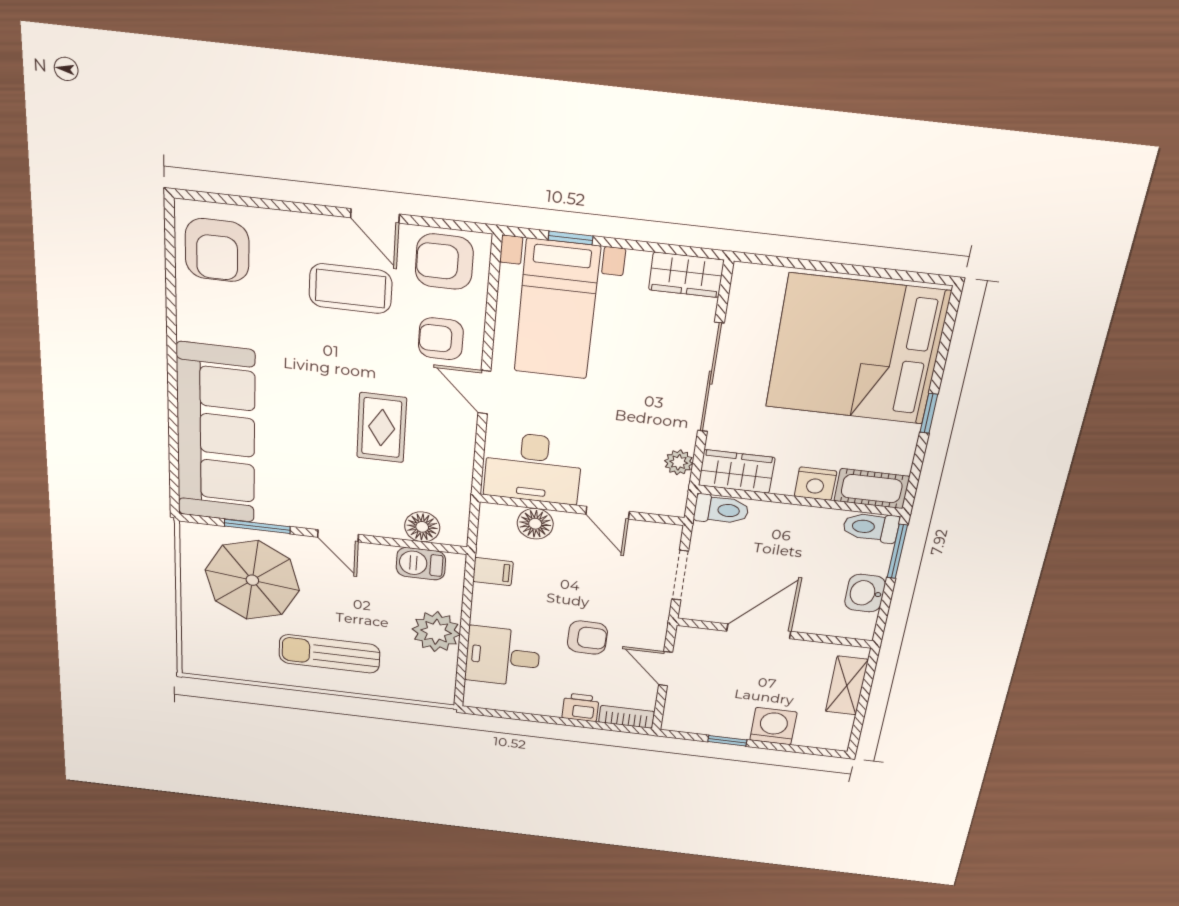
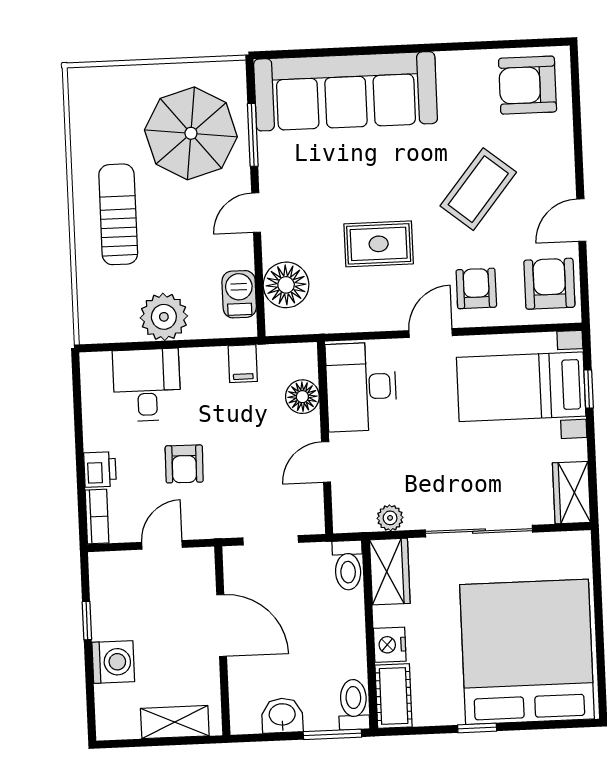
coffee table: (350, 289) -> (478, 189), moved, turned 39
floor lamp: (422, 527) -> (286, 285), width x1.38, depth x1.38

